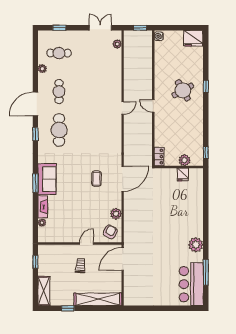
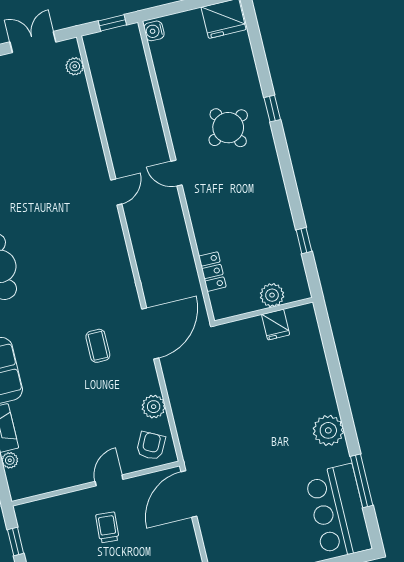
plant: (185, 160) -> (272, 295), moved
wall: (179, 167) -> (264, 312), moved
fridge: (183, 175) -> (276, 325), moved

